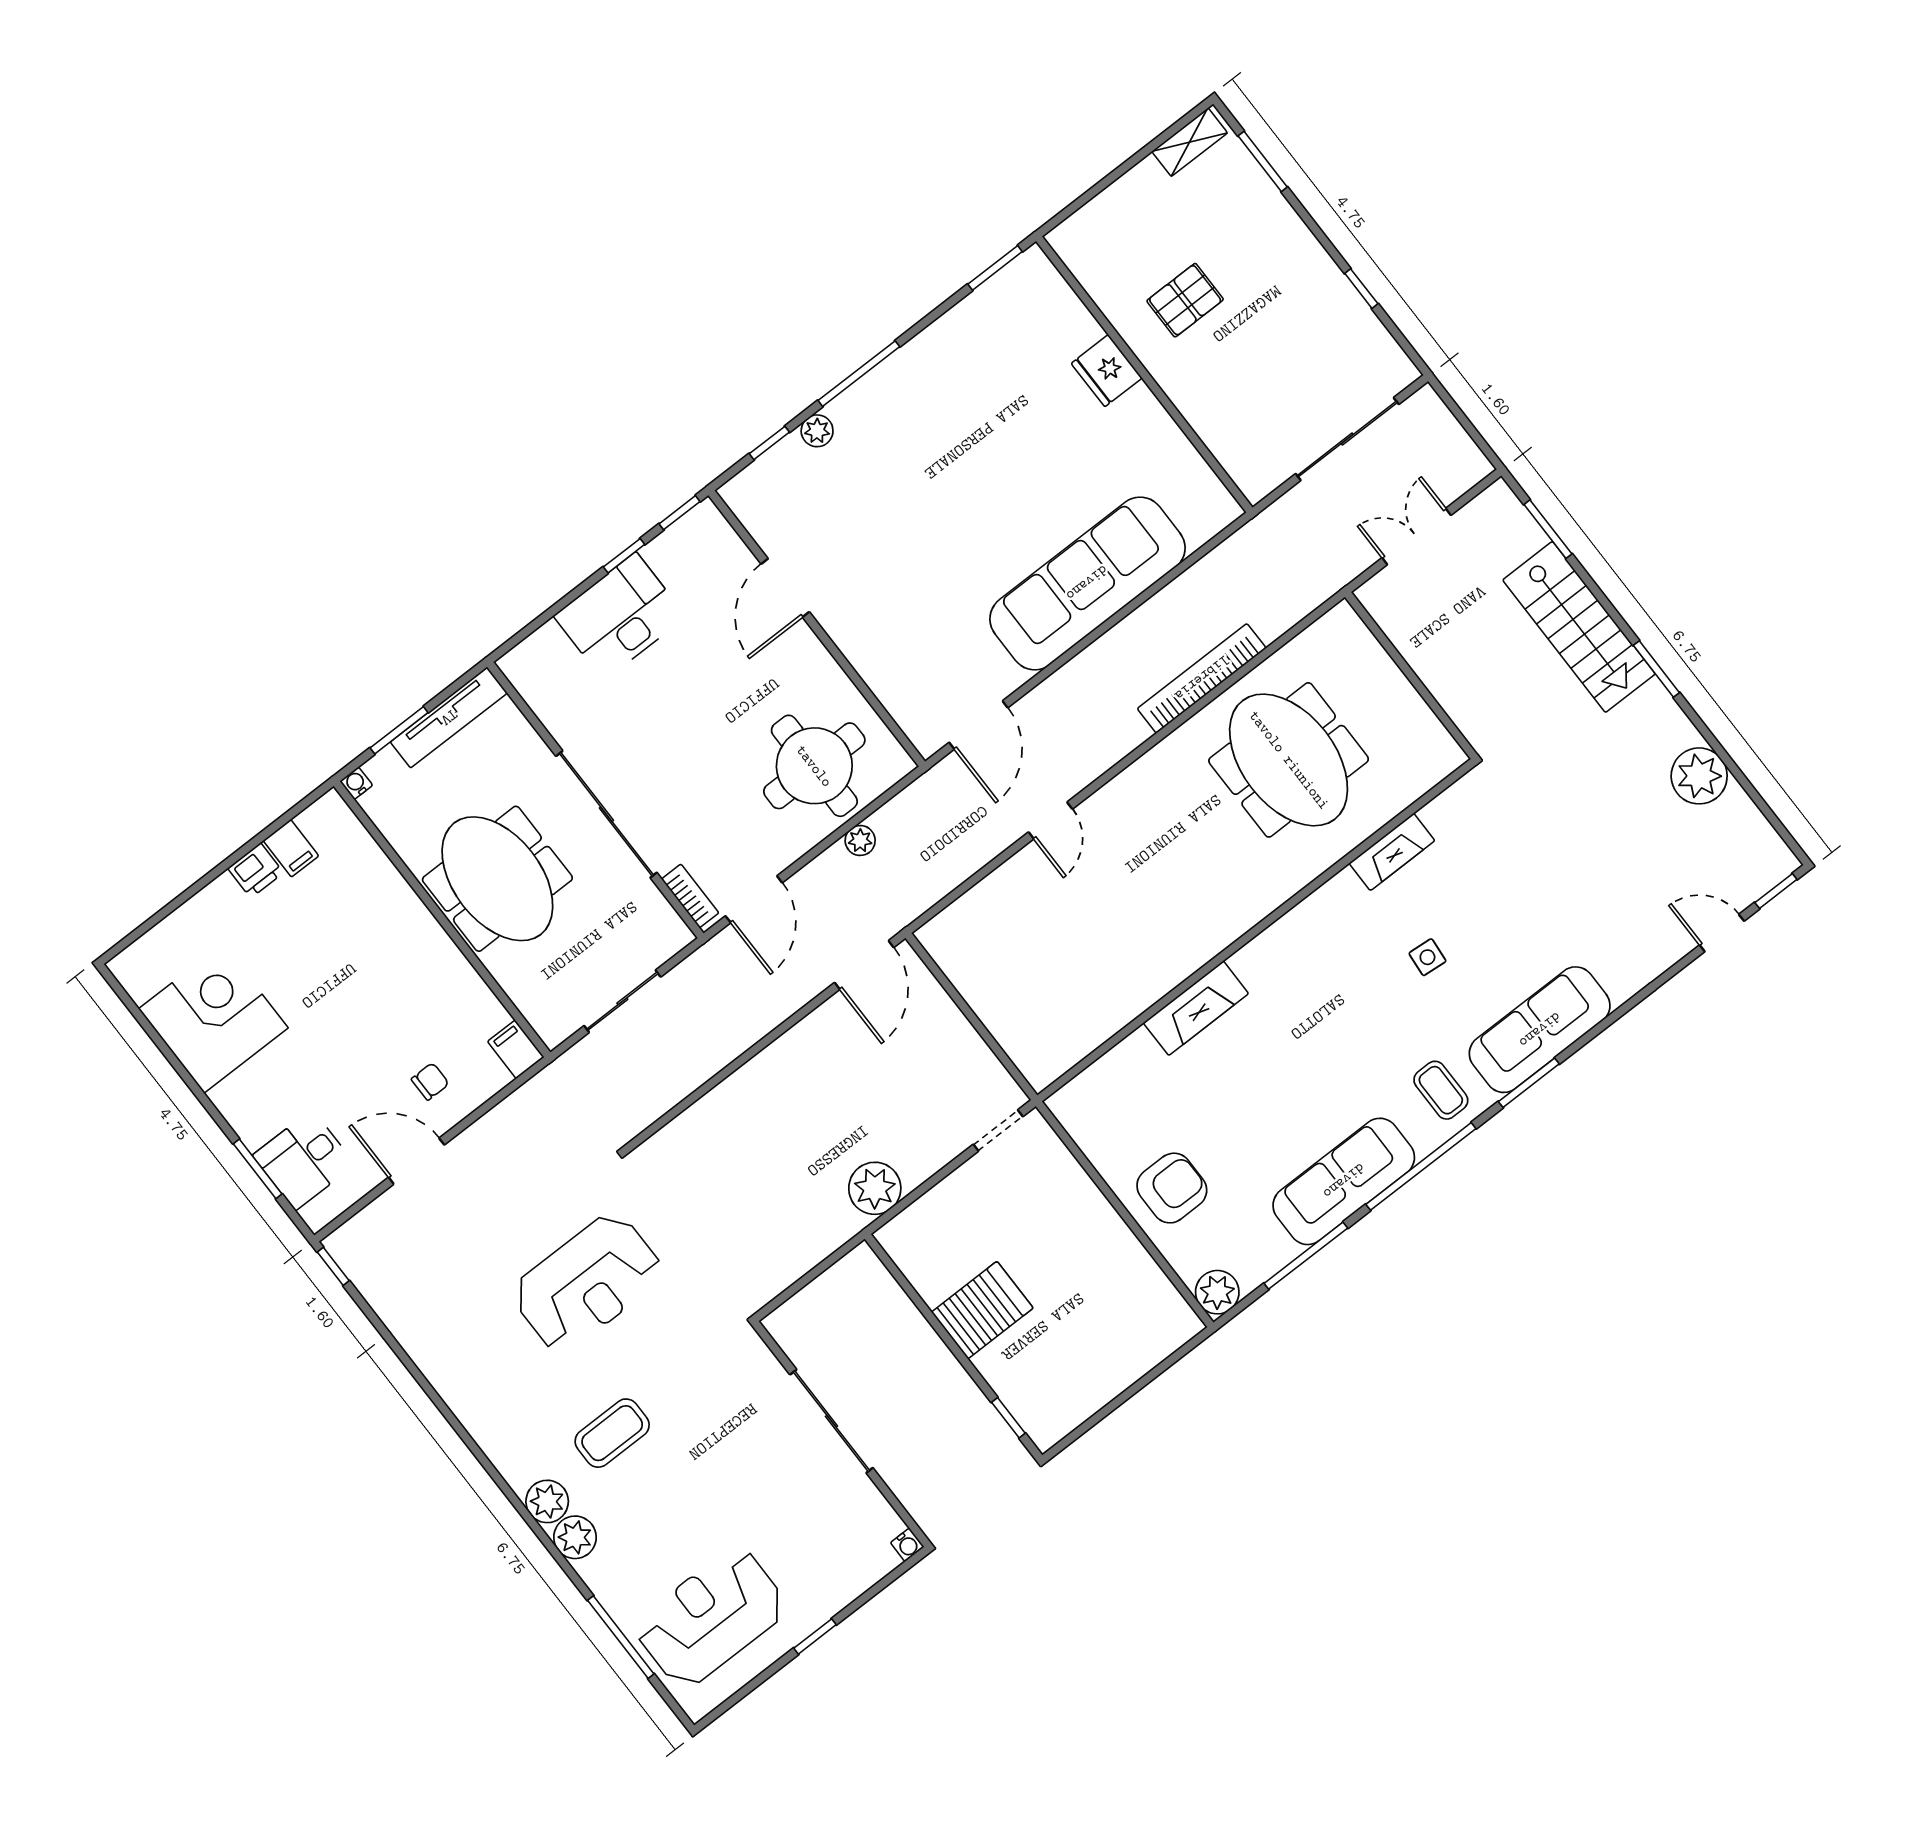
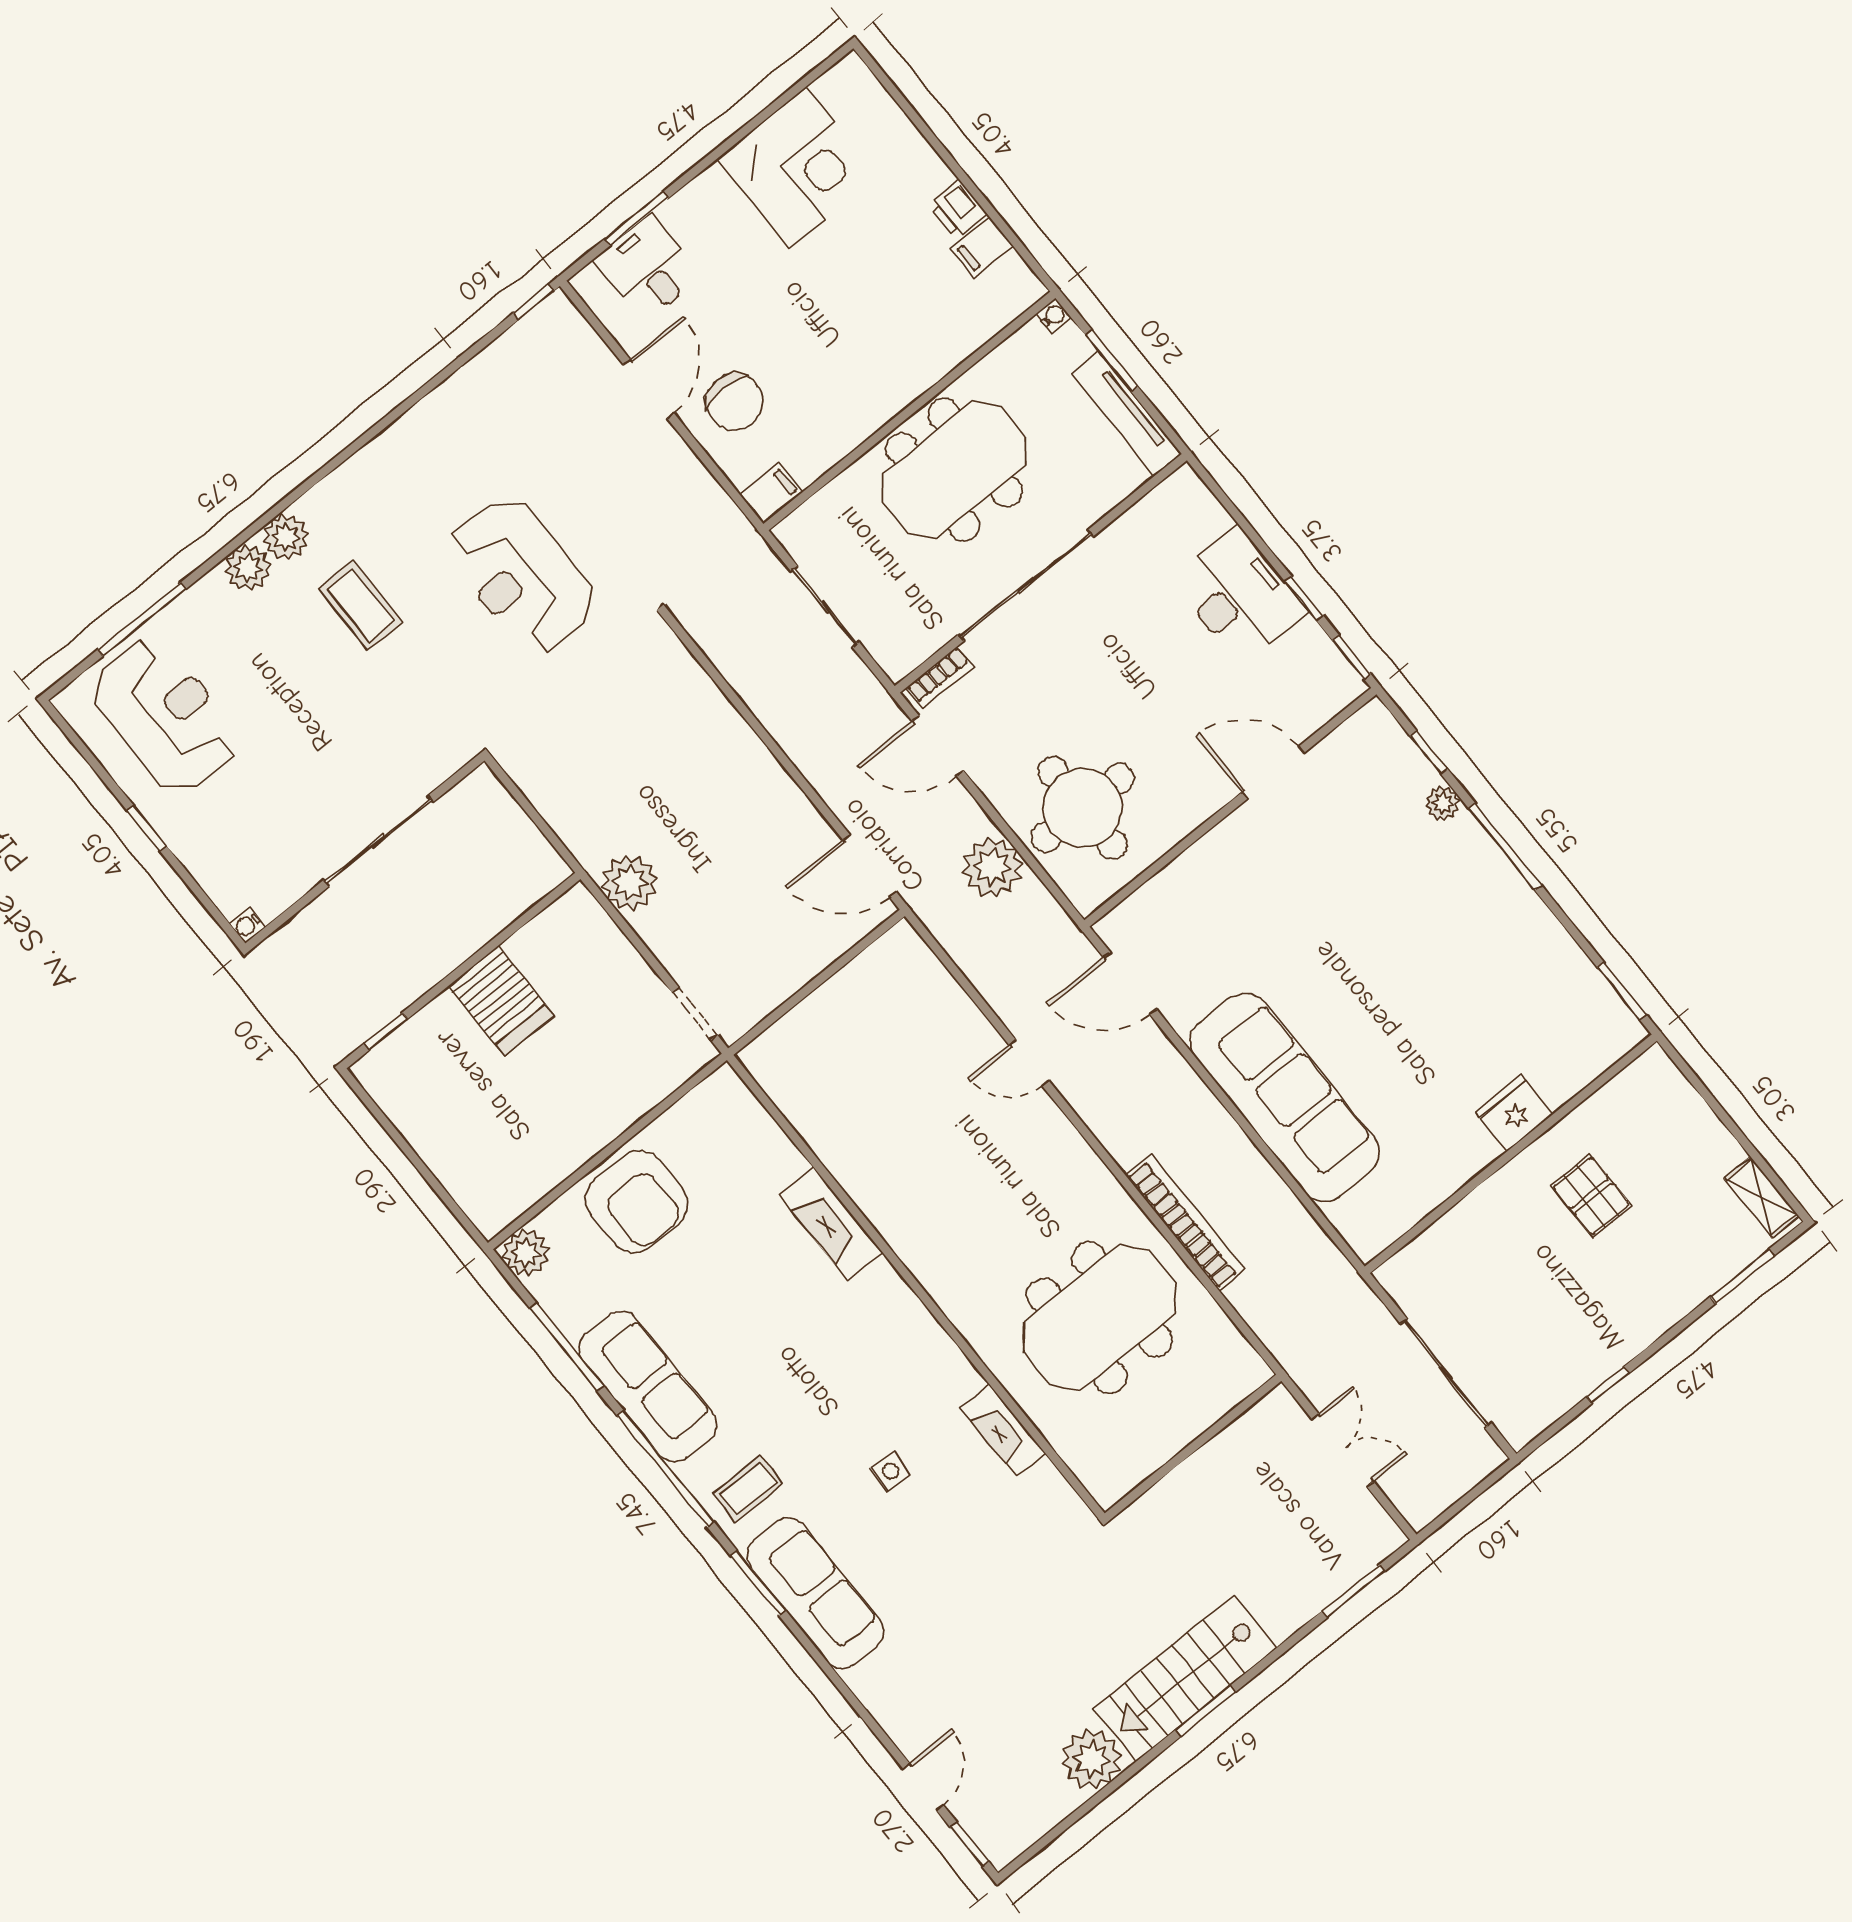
stairs: (1579, 627) -> (1185, 1678), moved
plant: (860, 841) -> (992, 868), width x1.88, depth x1.88
chair: (430, 1081) -> (735, 402), width x1.87, depth x1.87
armchair: (1172, 1188) -> (637, 1202), width x1.36, depth x1.36

